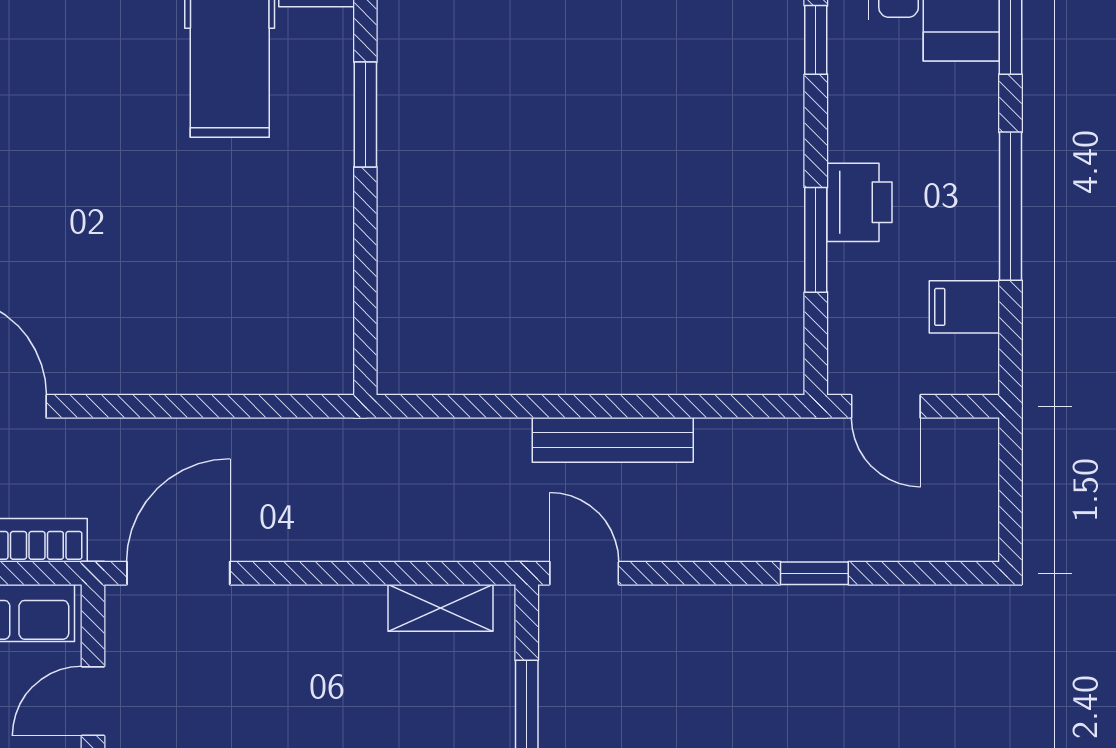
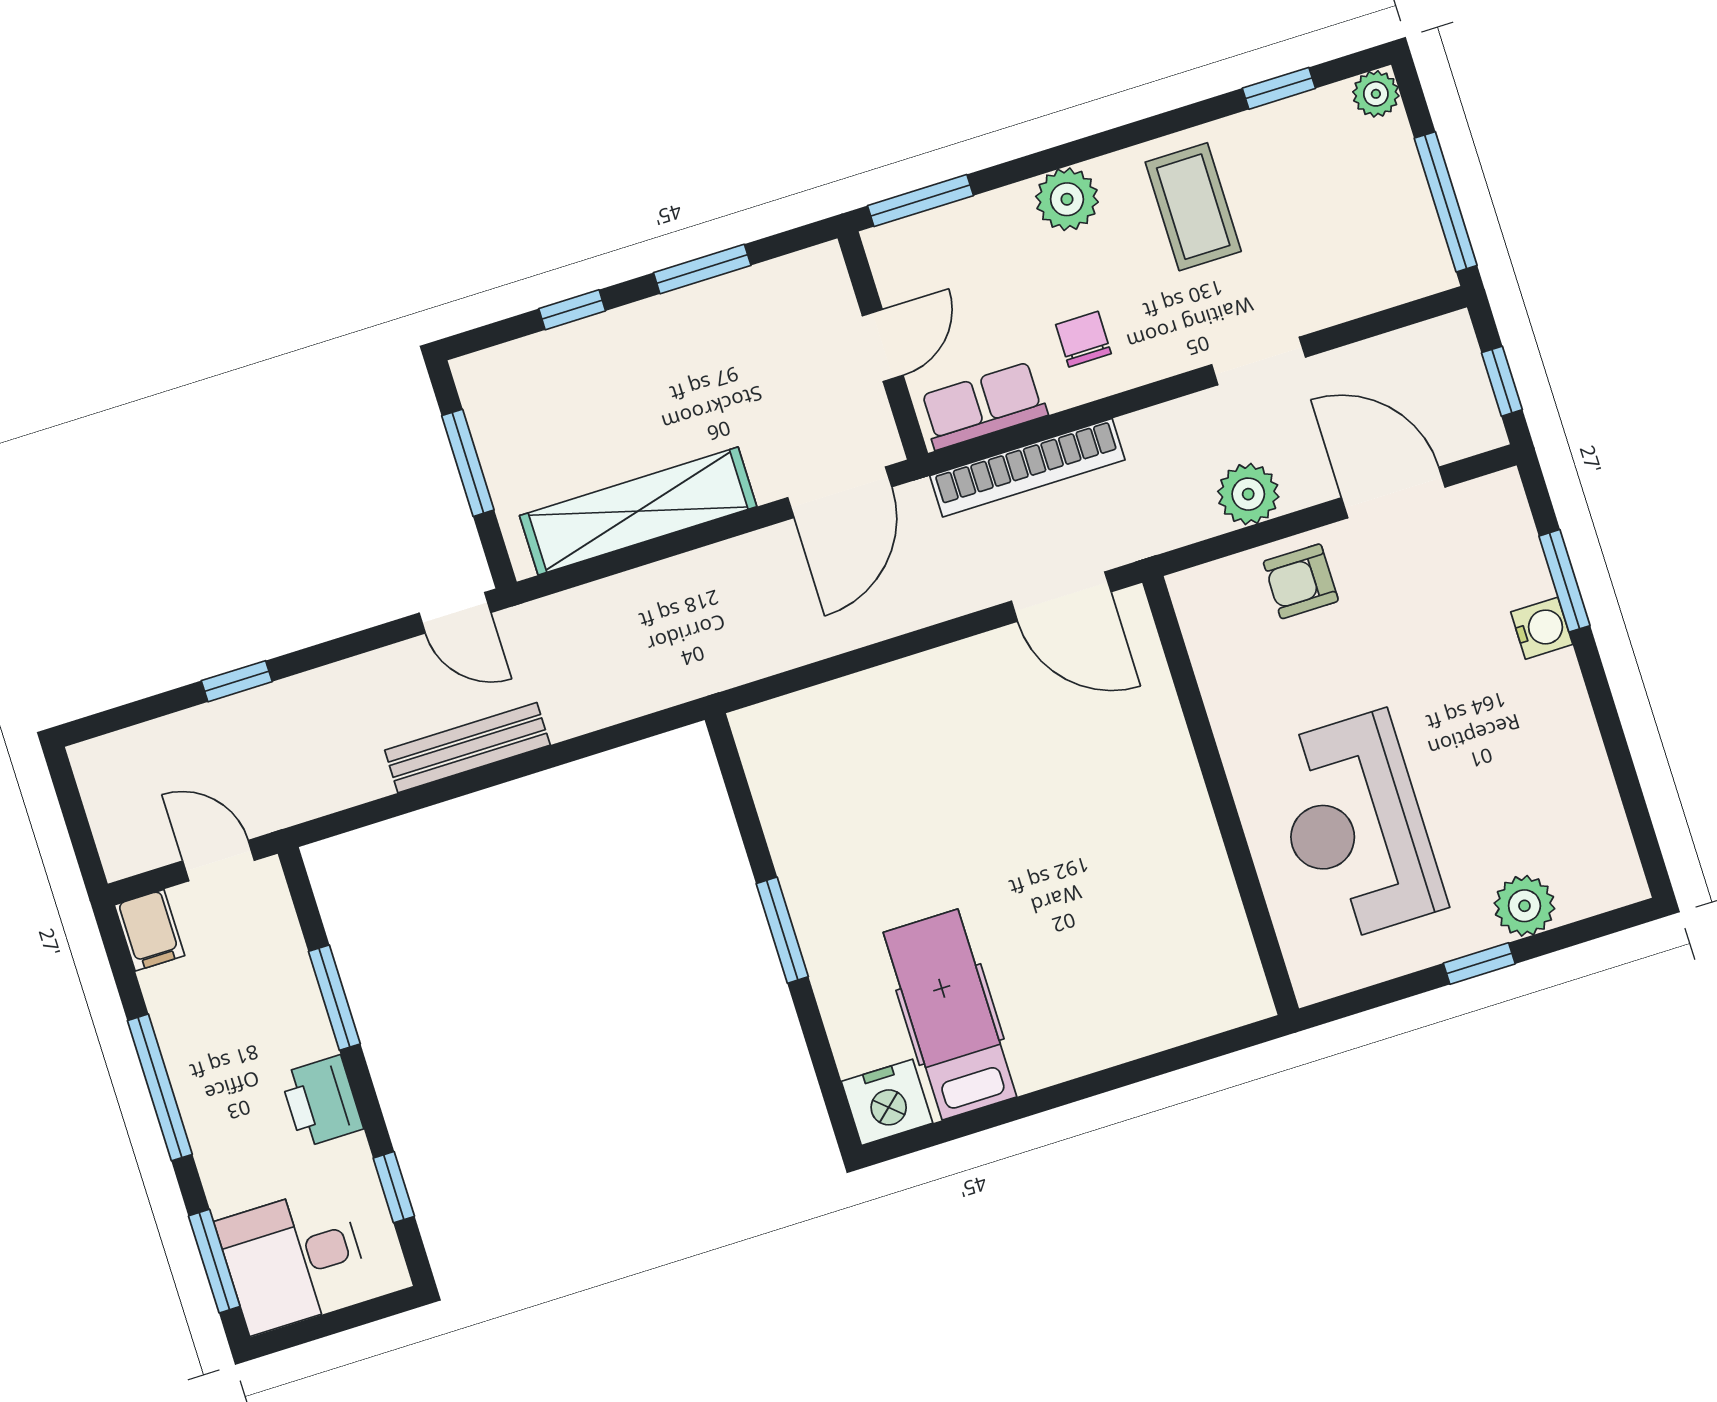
window: (365, 115) -> (782, 930), moved
printer: (859, 202) -> (321, 1101), moved
filing cabinet: (964, 307) -> (150, 930), moved, turned 90
shelving: (441, 608) -> (638, 511), width x2.20, depth x1.33

